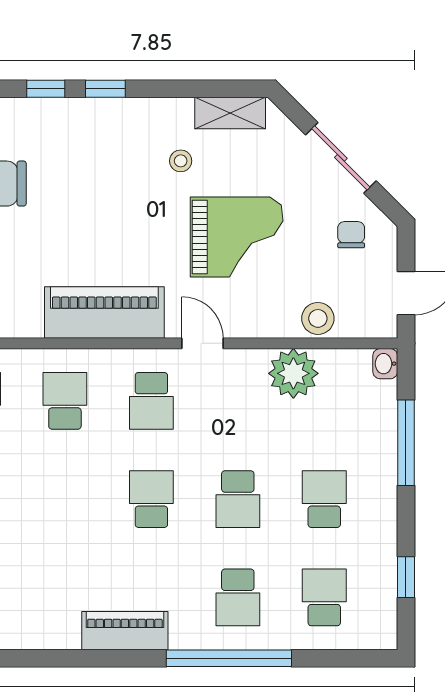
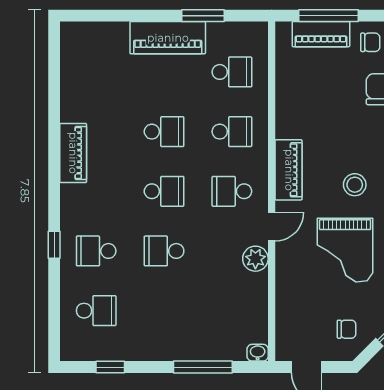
piano: (104, 312) -> (289, 170), width x0.73, depth x0.75
stool: (318, 318) -> (355, 185), moved
plant: (293, 373) -> (255, 259), moved, width x0.73, depth x0.73
school desk: (324, 499) -> (164, 132), moved
piano: (125, 631) -> (73, 153), moved
window: (229, 658) -> (54, 245), width x0.32

